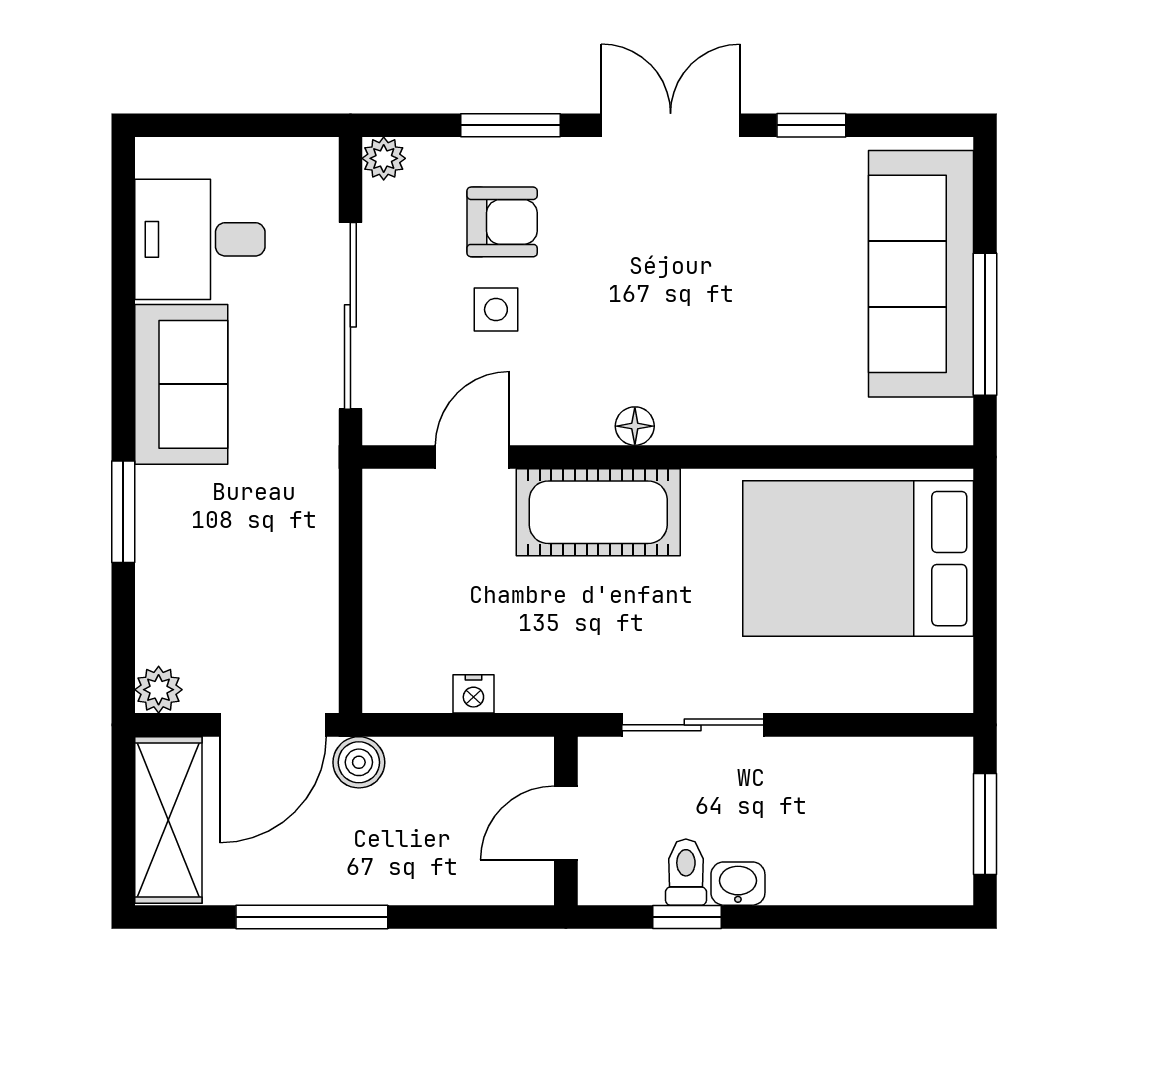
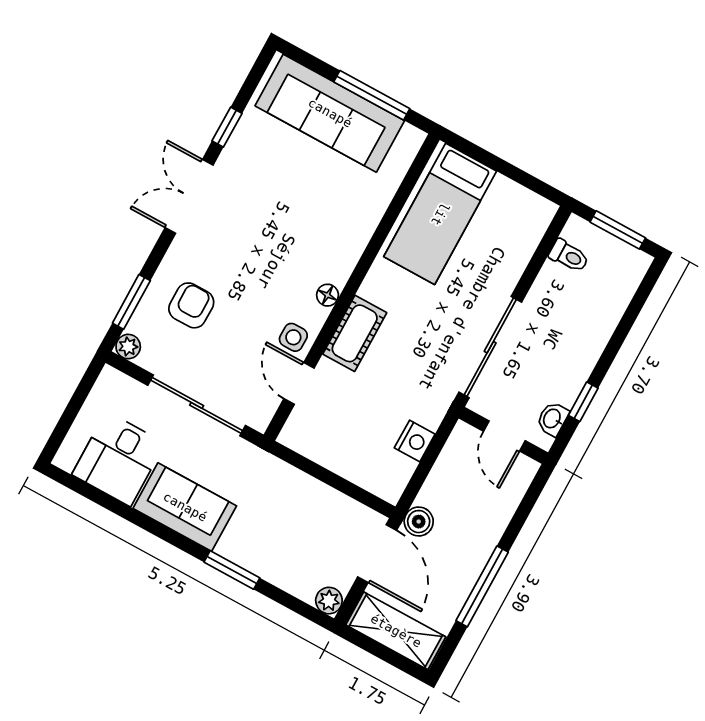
window: (510, 125) -> (131, 302), moved
side table: (496, 310) -> (293, 337), moved
cot: (598, 512) -> (355, 333), width x0.73, depth x0.75
bed: (858, 559) -> (440, 214), width x0.67
nightstand: (473, 694) -> (415, 441), width x1.39, depth x1.35
sliding door: (693, 725) -> (490, 347), width x1.37
toilet: (686, 872) -> (569, 256), moved, turned 180
washbasin: (738, 884) -> (552, 419), moved

